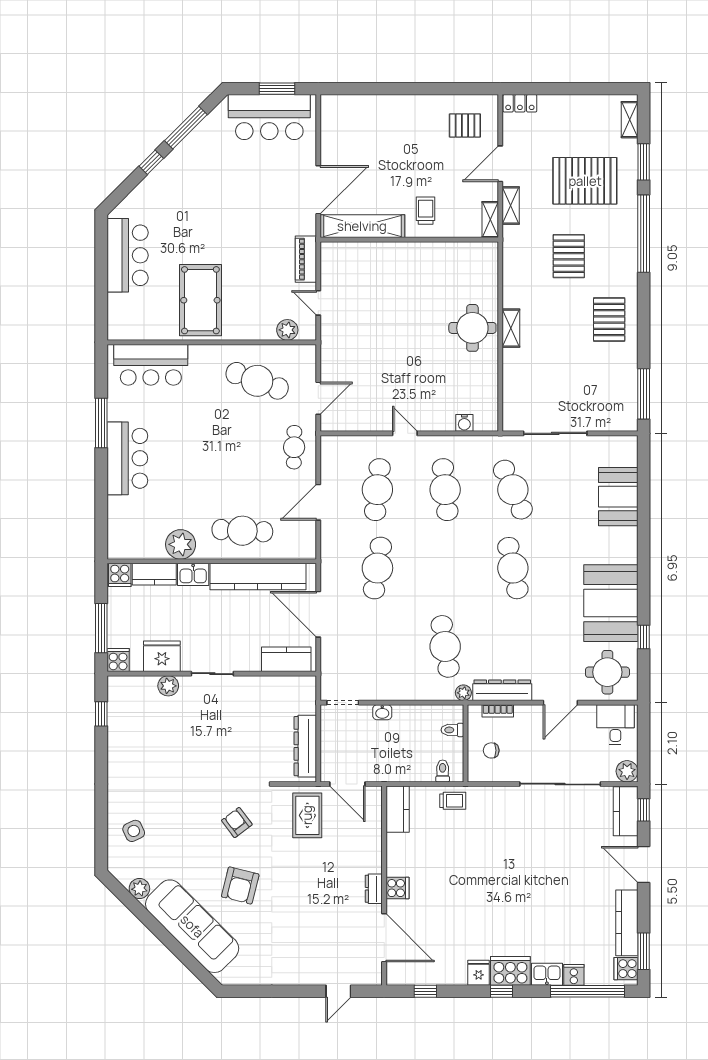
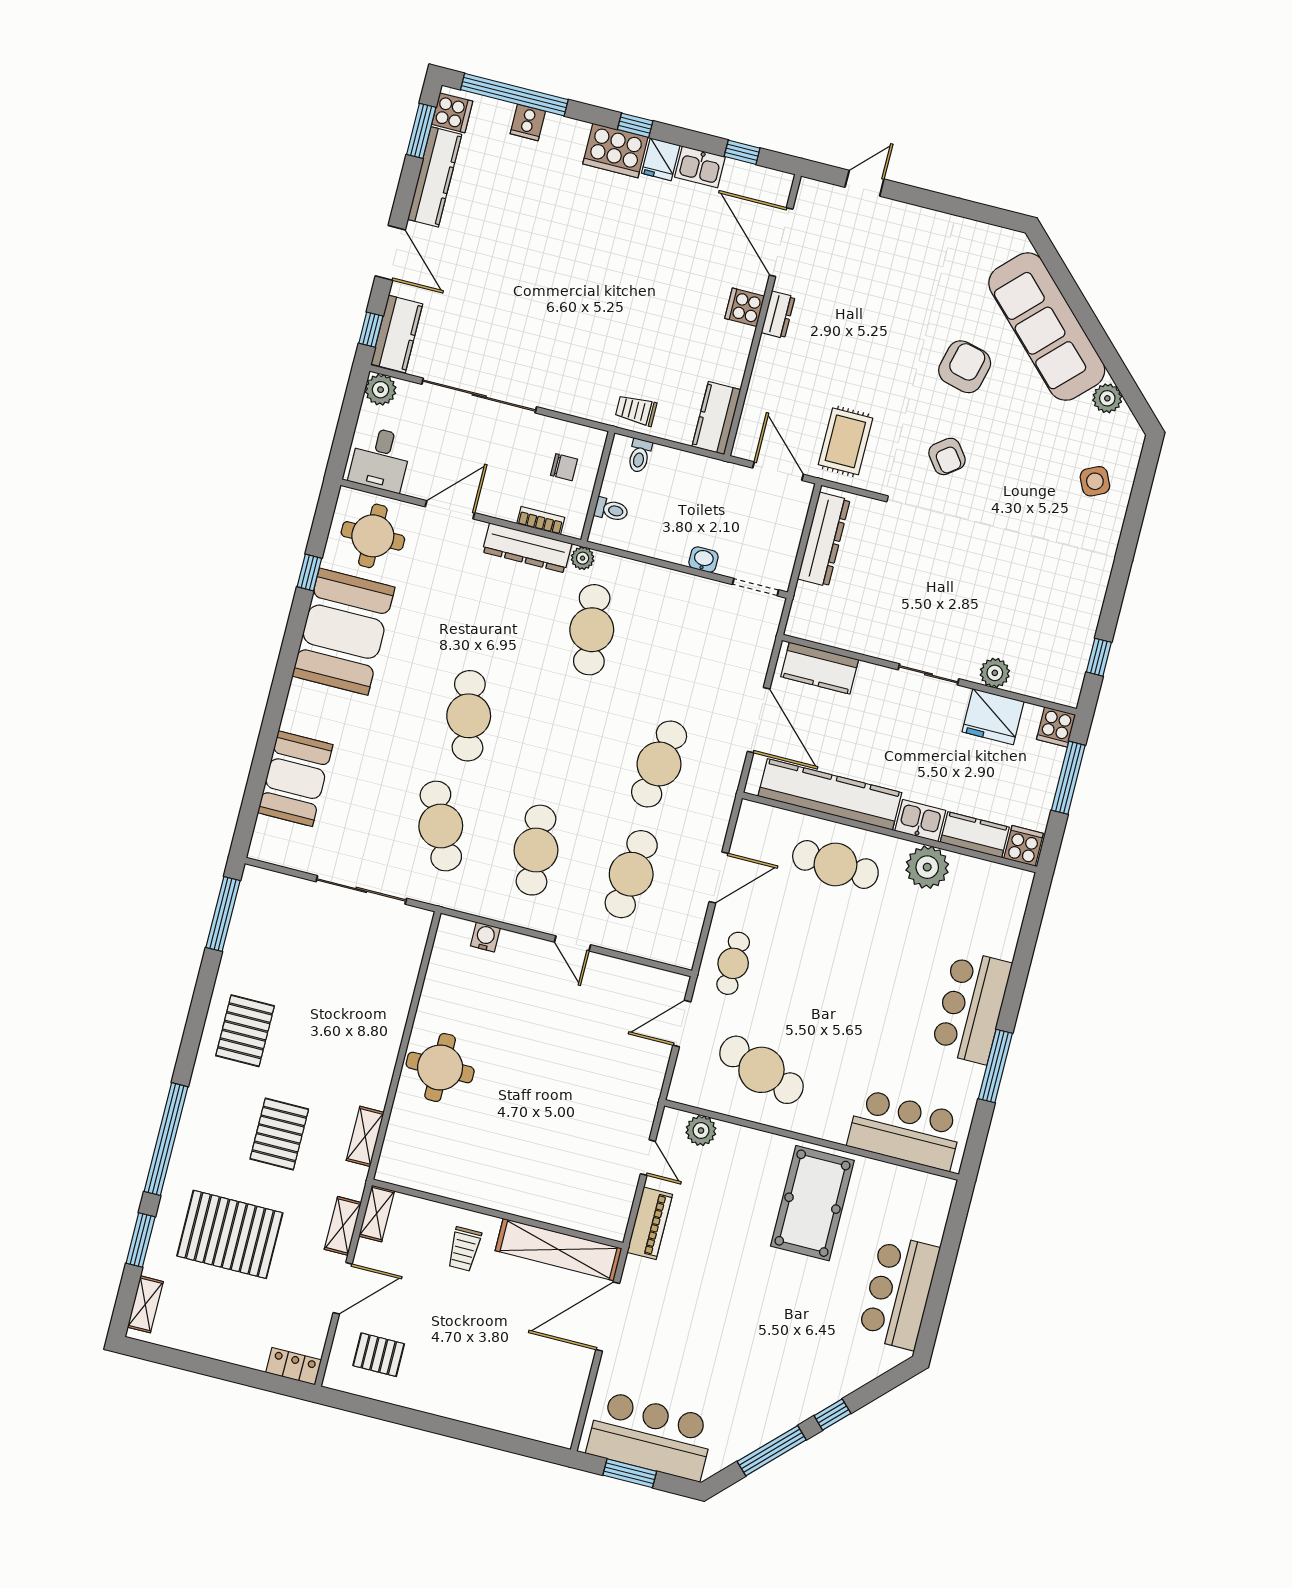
shelving: (511, 328) -> (365, 1136), moved
kitchen sink: (547, 974) -> (700, 167), moved

